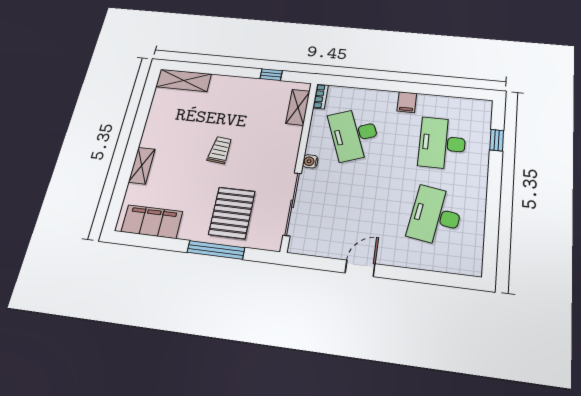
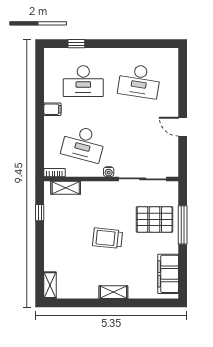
shelving: (184, 80) -> (50, 285), width x0.67, depth x0.75
desk: (354, 134) -> (83, 144), turned 36
trolley: (220, 150) -> (107, 238), width x1.36, depth x1.39
shelving: (142, 166) -> (113, 292), moved

